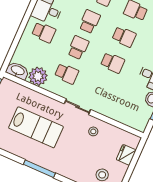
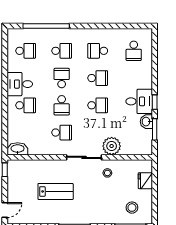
school desk: (78, 48) -> (62, 105), turned 180
plant: (38, 76) -> (112, 146), moved
sliding door: (77, 107) -> (84, 157), width x1.37
lab bench: (36, 127) -> (56, 191), width x0.73, depth x0.72

